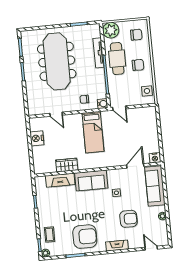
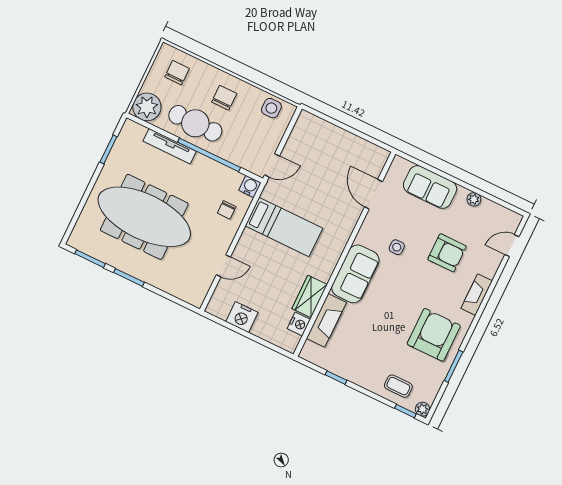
nightstand: (155, 158) -> (299, 324), moved
sofa: (155, 186) -> (430, 187), width x0.73
armchair: (128, 219) -> (447, 253), turned 90

